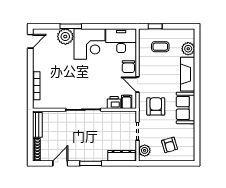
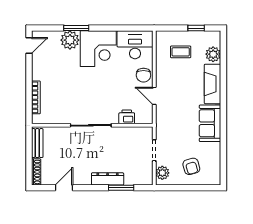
window: (155, 26) -> (196, 28), moved
filing cabinet: (127, 102) -> (141, 116), removed
armchair: (156, 106) -> (175, 121), removed
dresser: (121, 156) -> (108, 179), moved
window: (91, 163) -> (121, 188), moved

